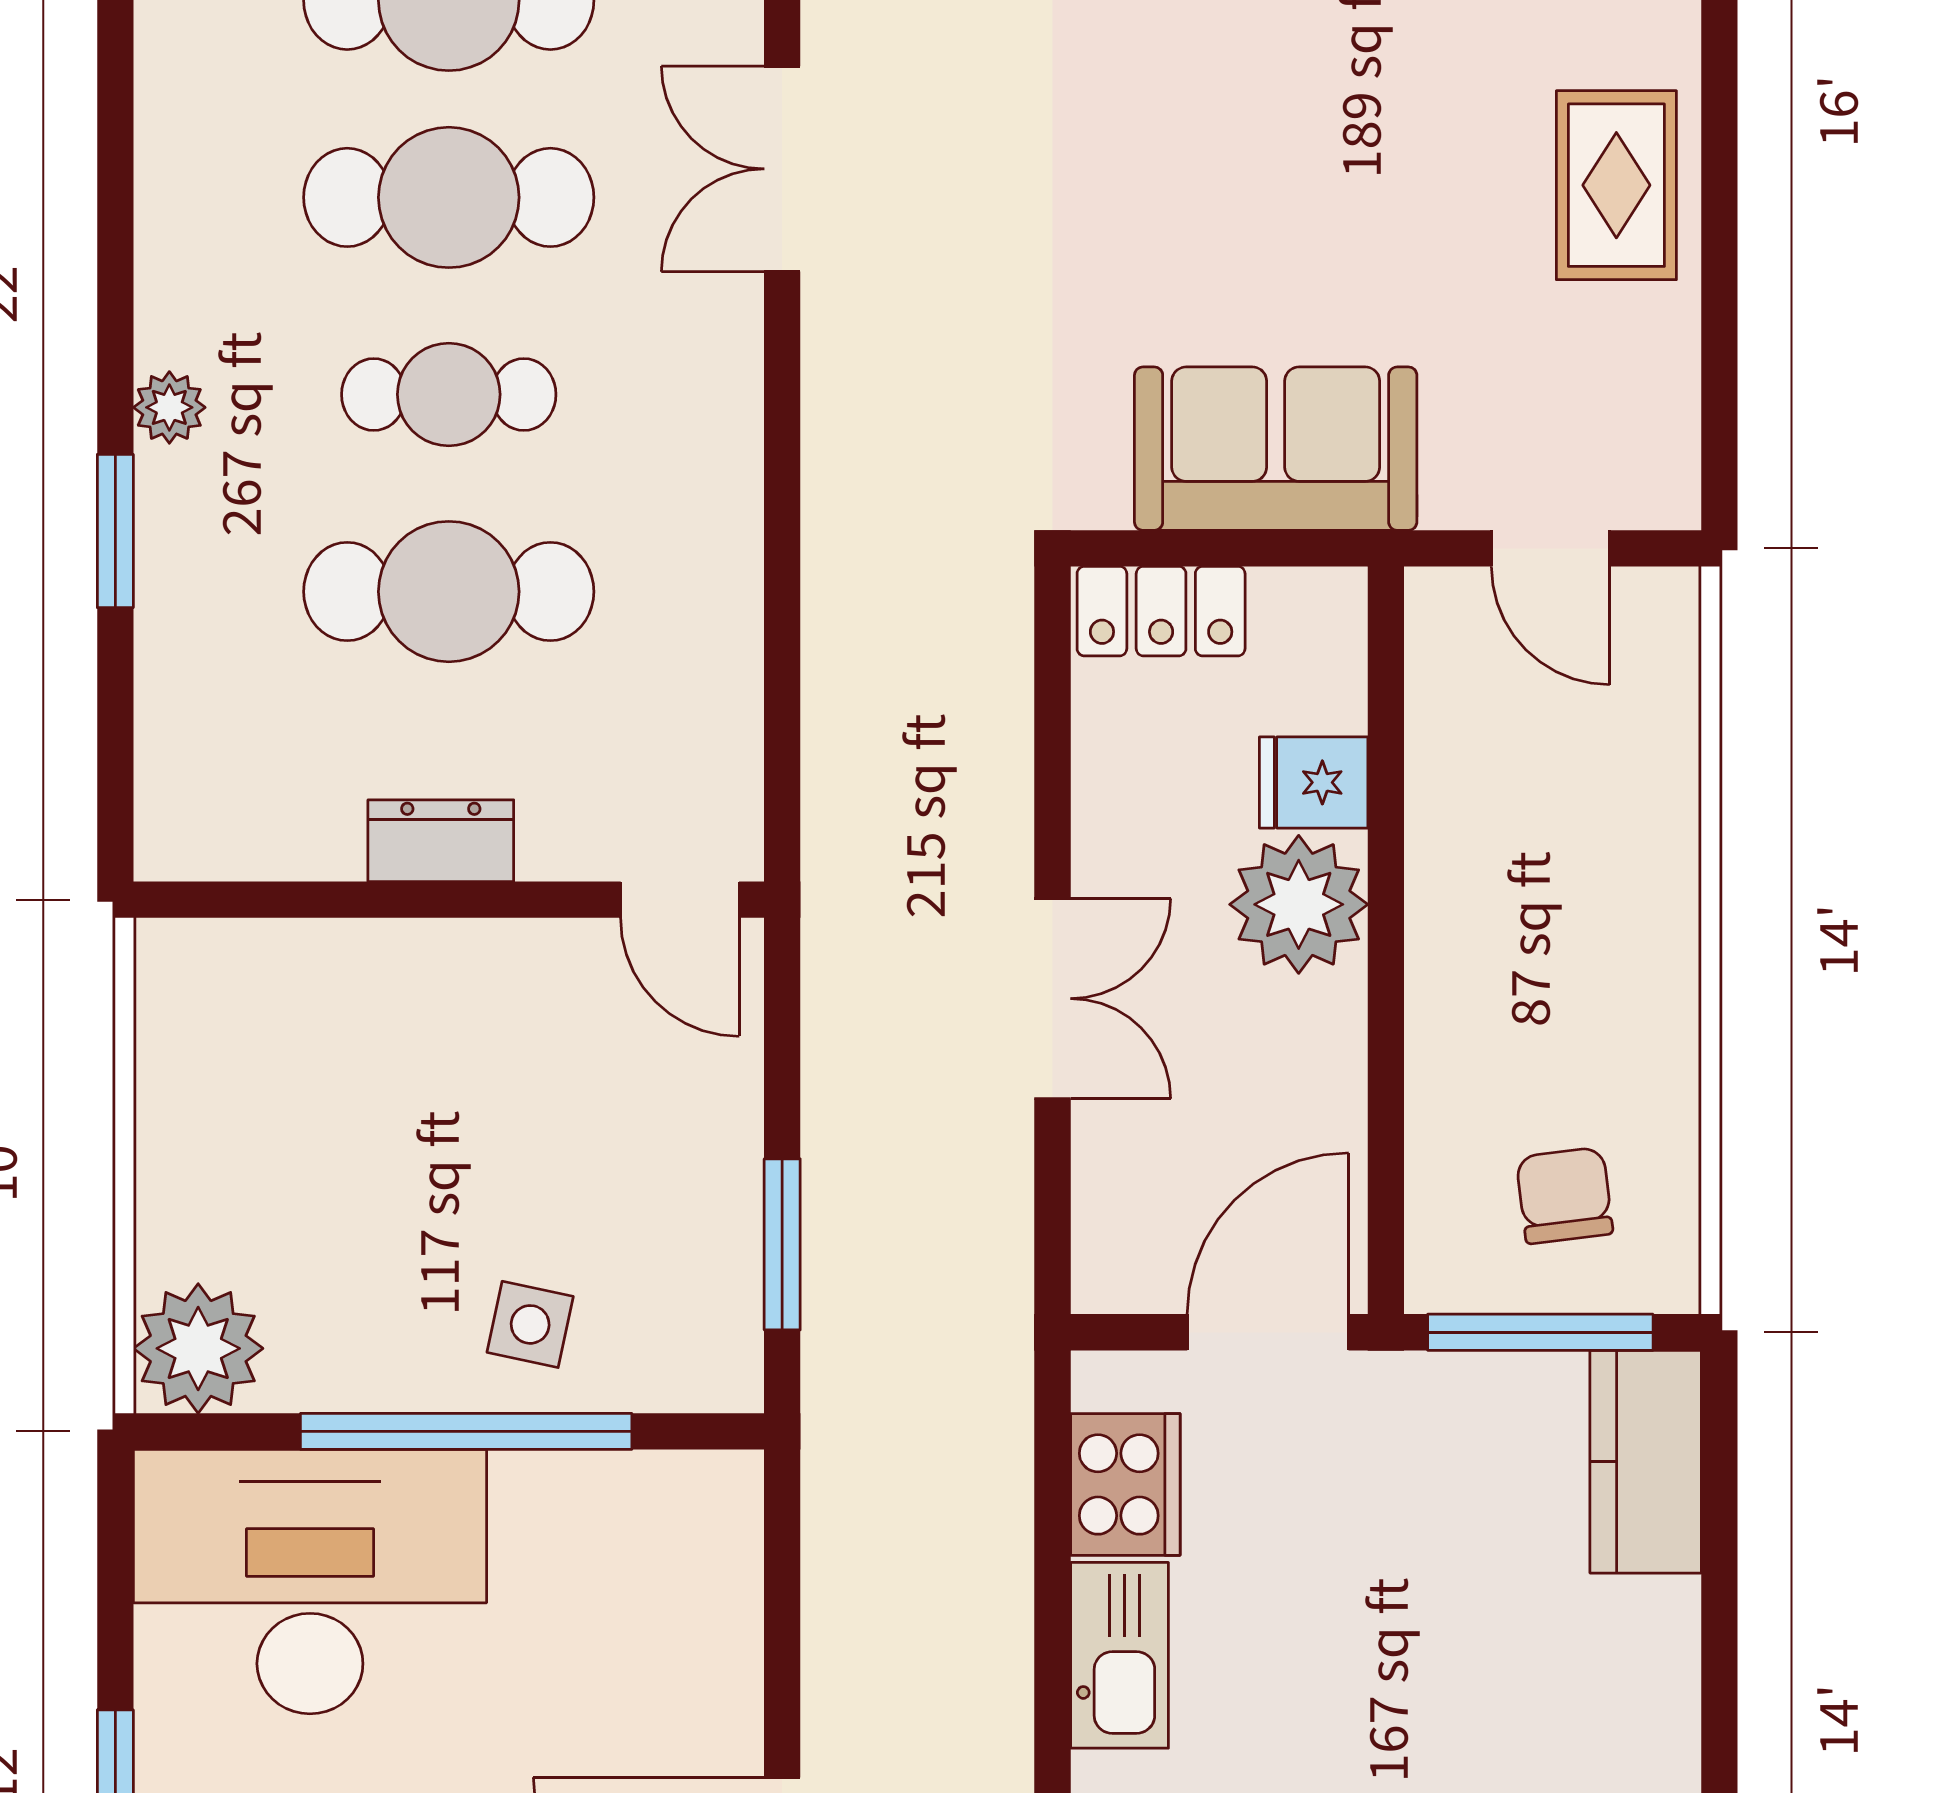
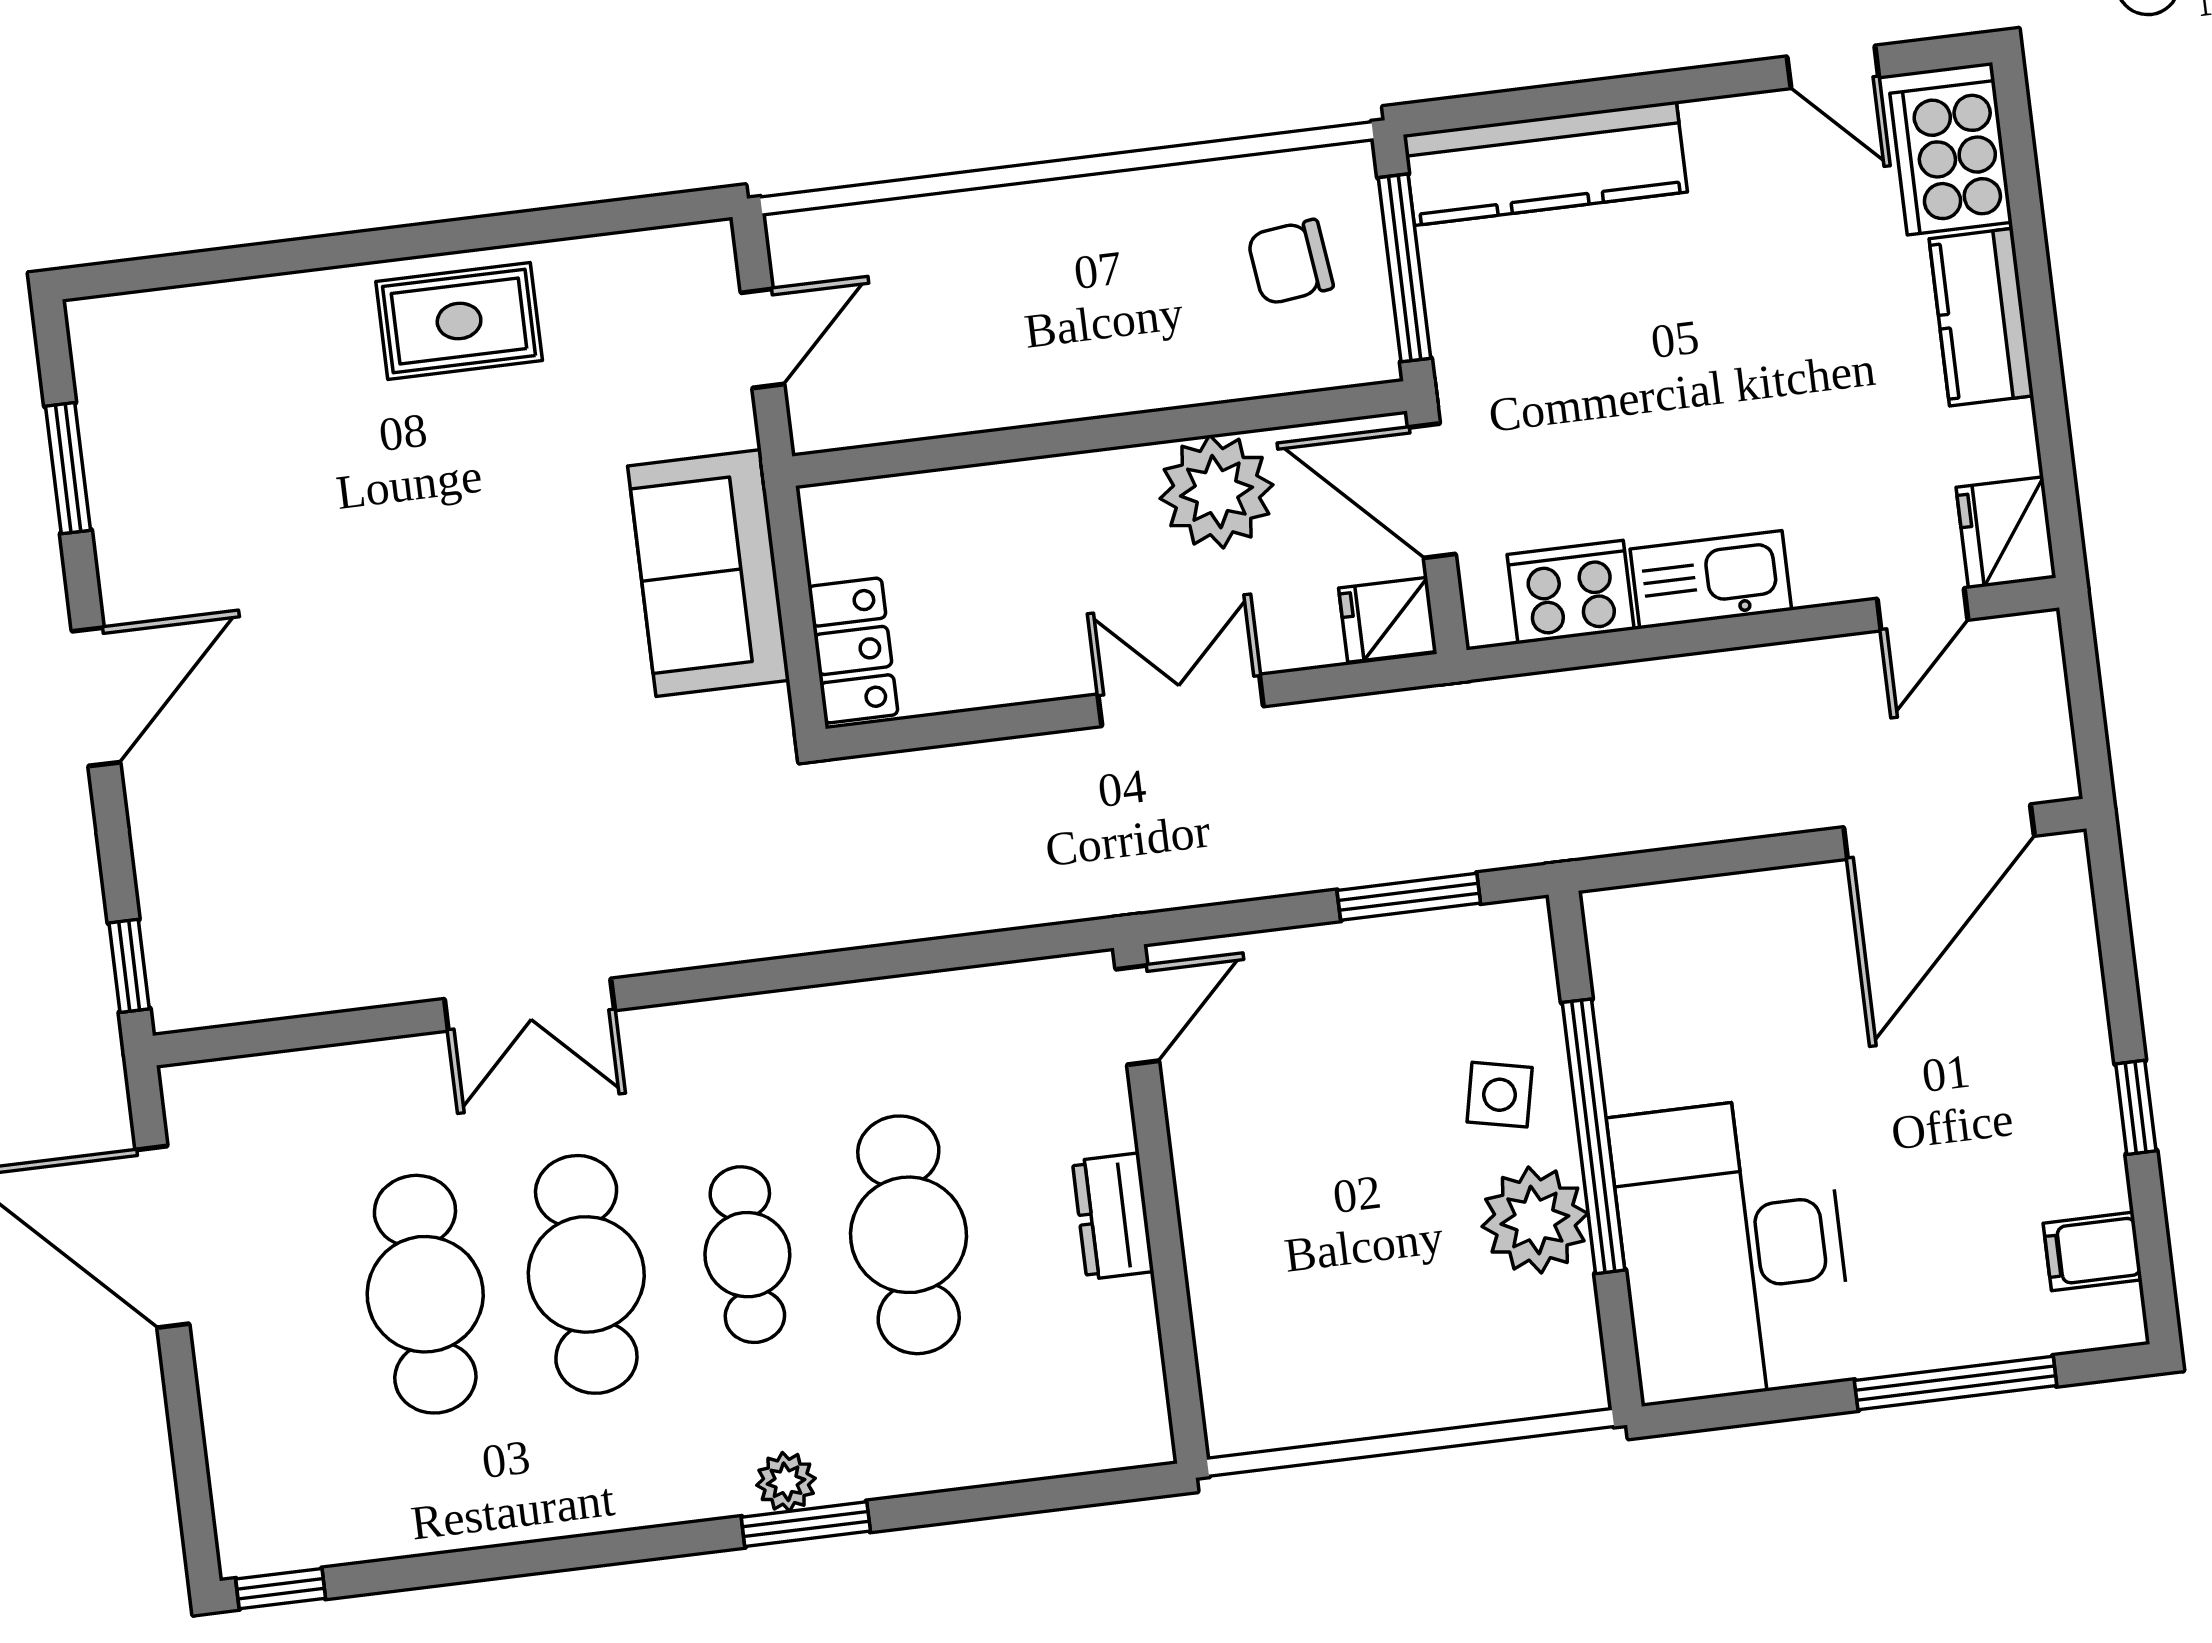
window: (115, 531) -> (806, 1524), moved
fridge: (1314, 782) -> (1388, 620), moved, turned 90
plant: (1299, 904) -> (1216, 492), moved
plant: (198, 1348) -> (1535, 1220), moved
kitchen counter: (1646, 1462) -> (1545, 163), width x1.50

